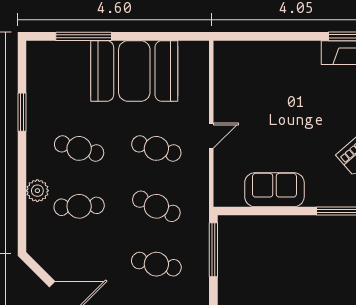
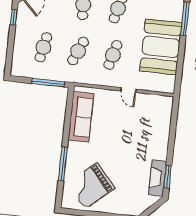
door: (211, 136) -> (128, 90), moved
sofa: (274, 190) -> (81, 117), width x1.36

